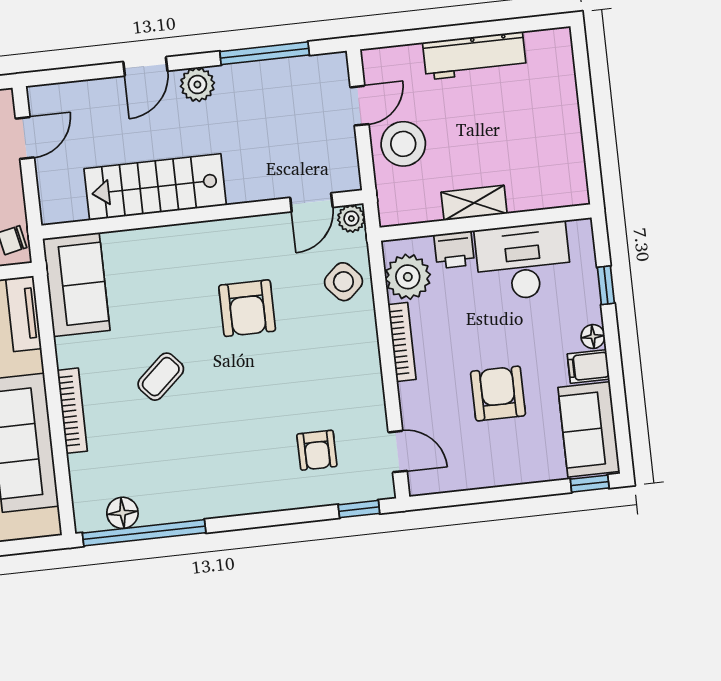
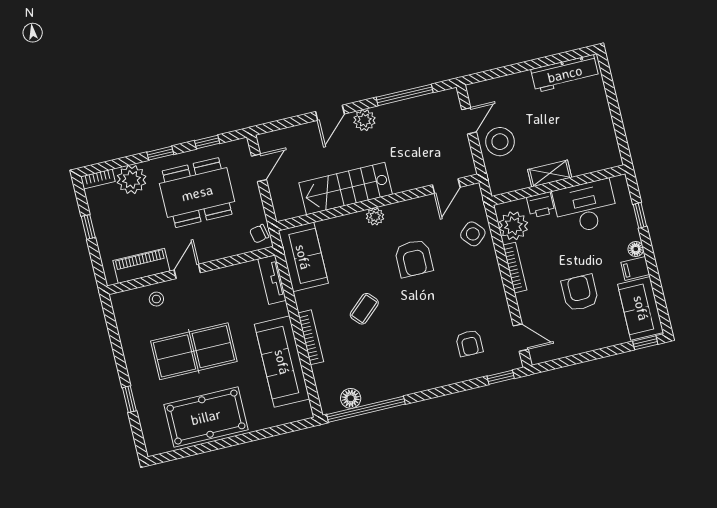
workbench: (474, 56) -> (565, 74), moved
plant: (351, 219) -> (375, 216), moved

